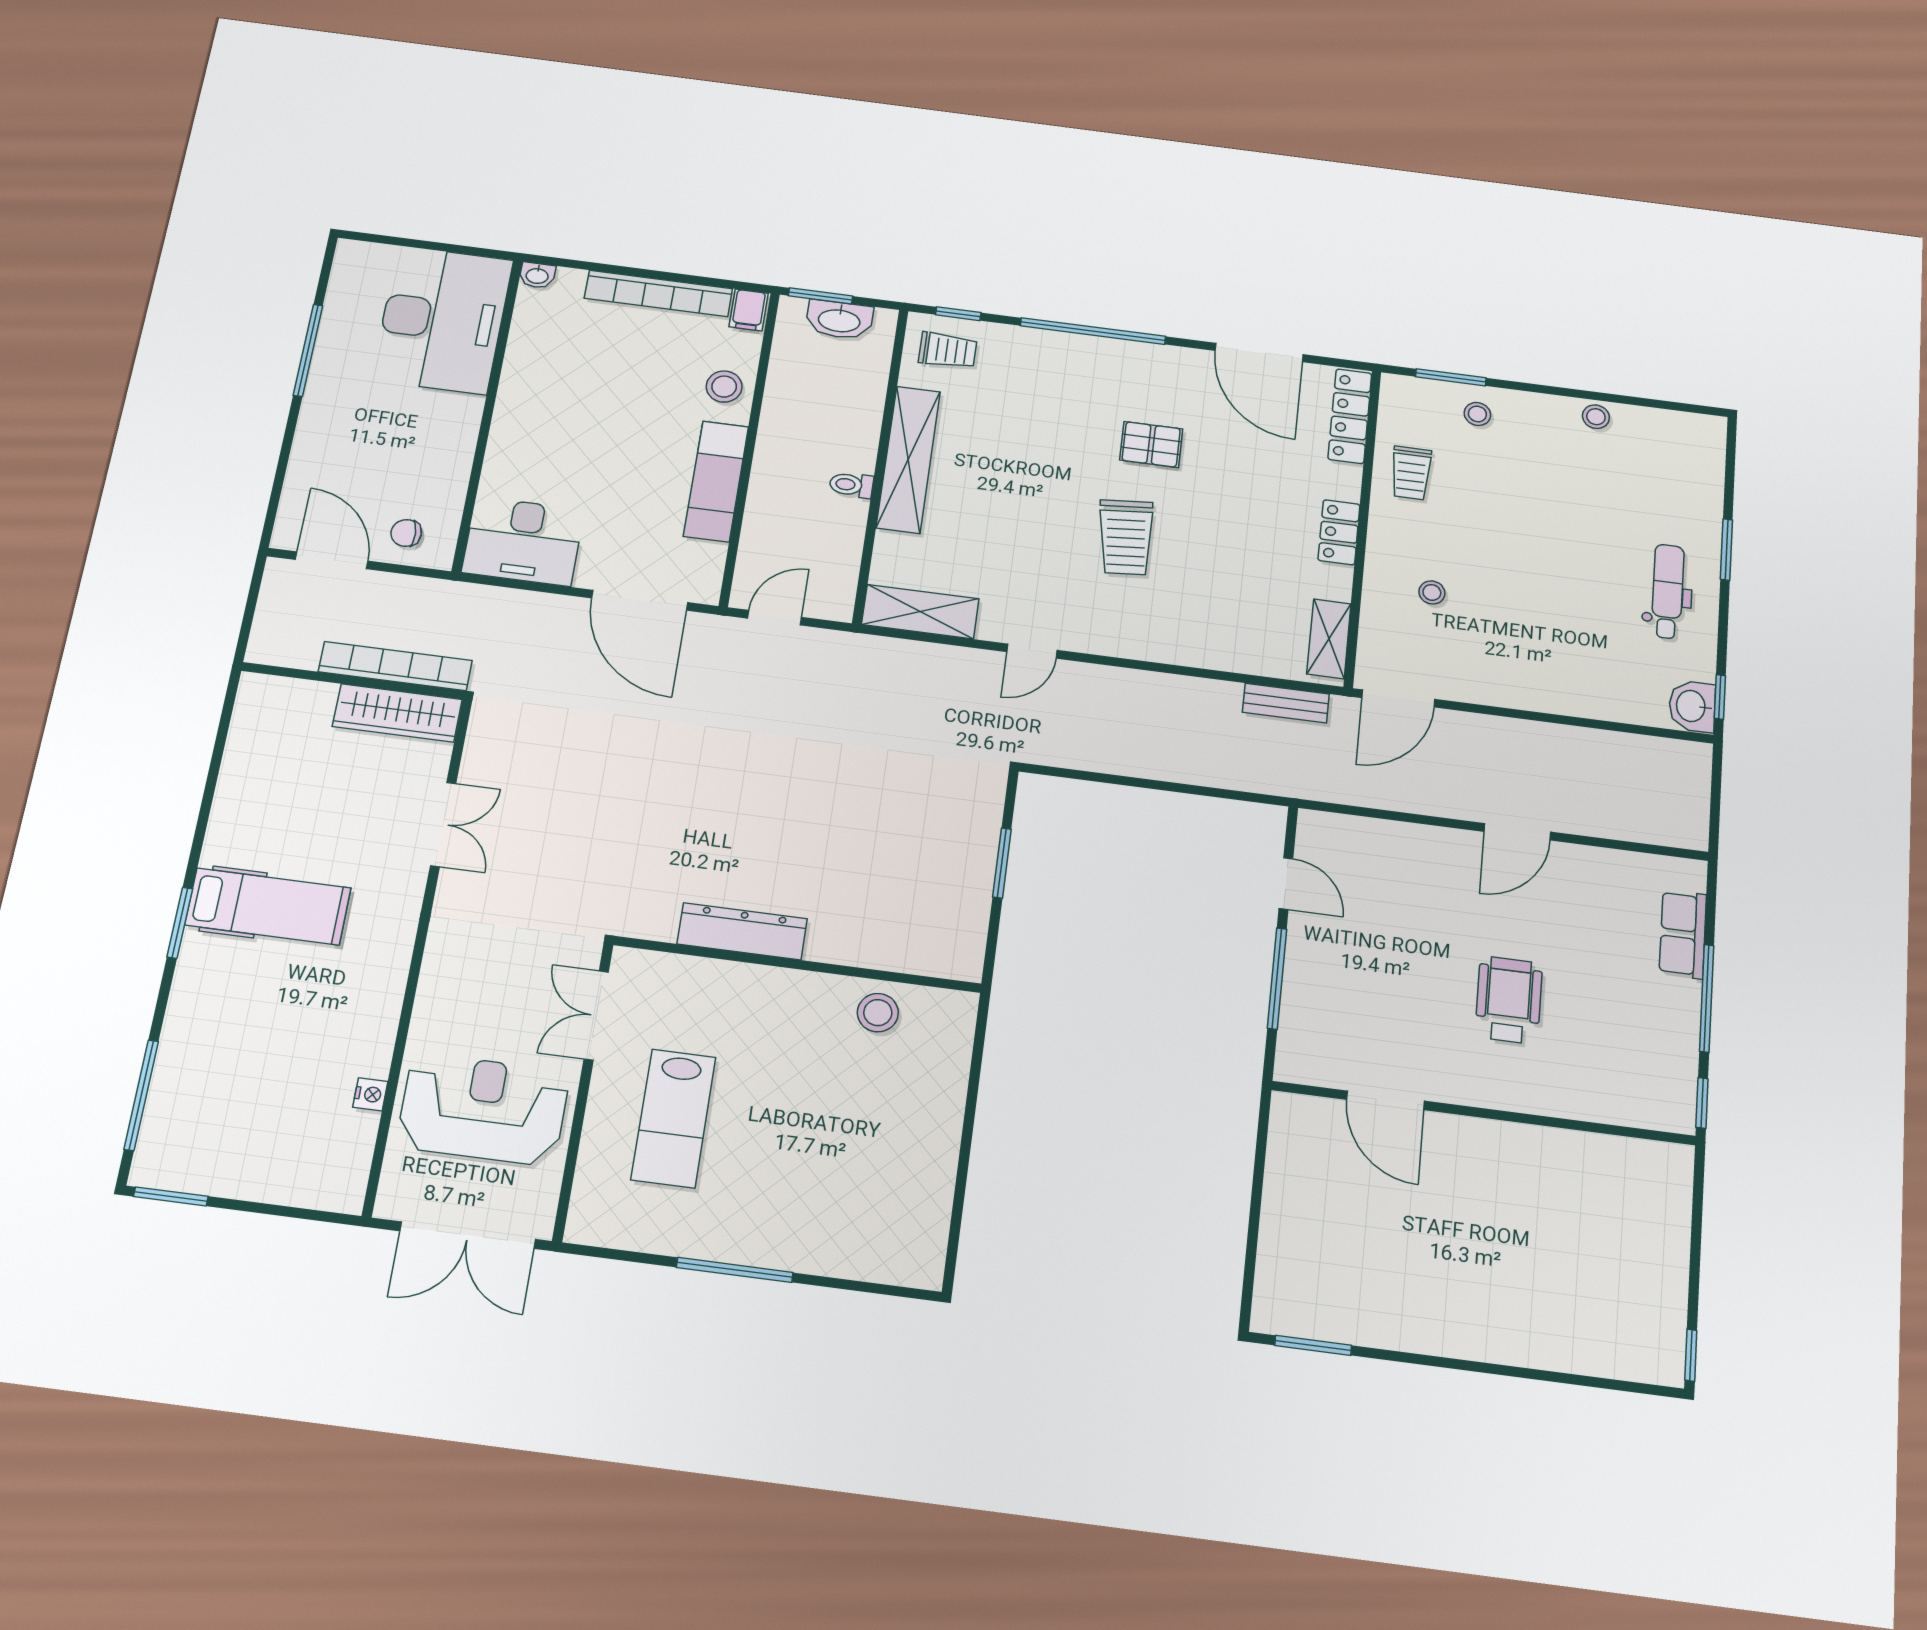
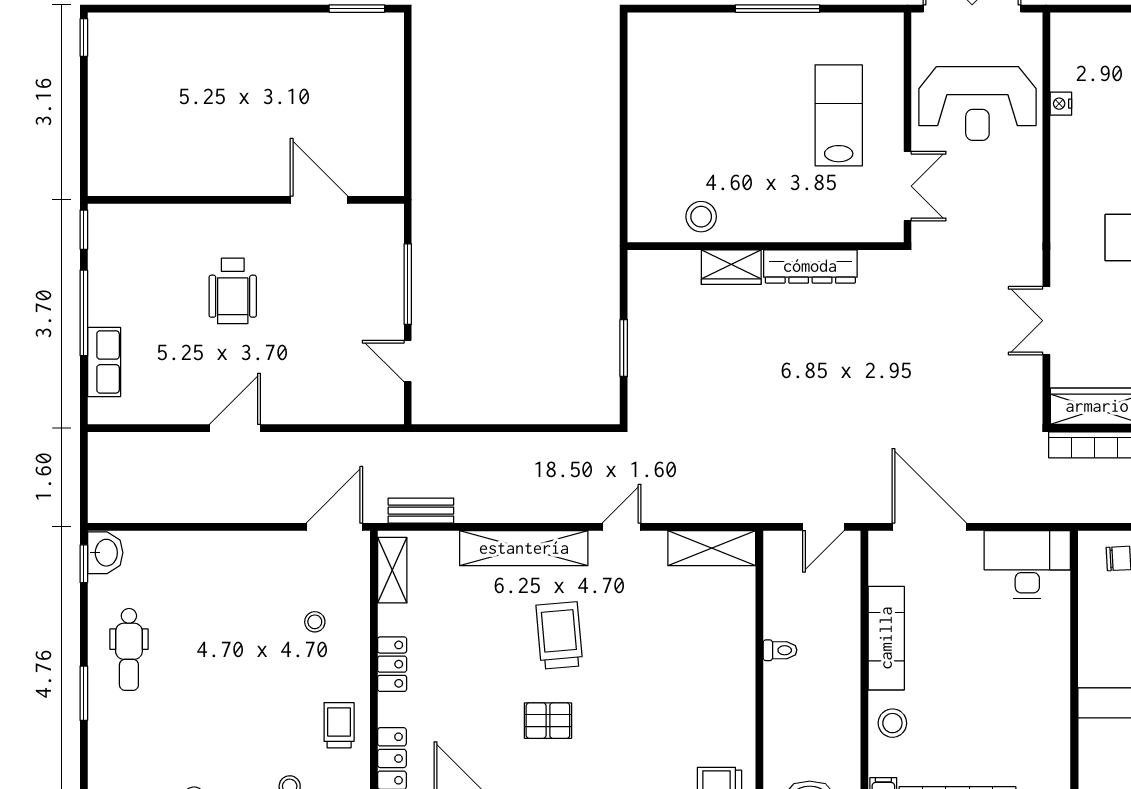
shelving: (908, 459) -> (524, 548), moved, turned 90
wardrobe: (847, 944) -> (731, 267), added

